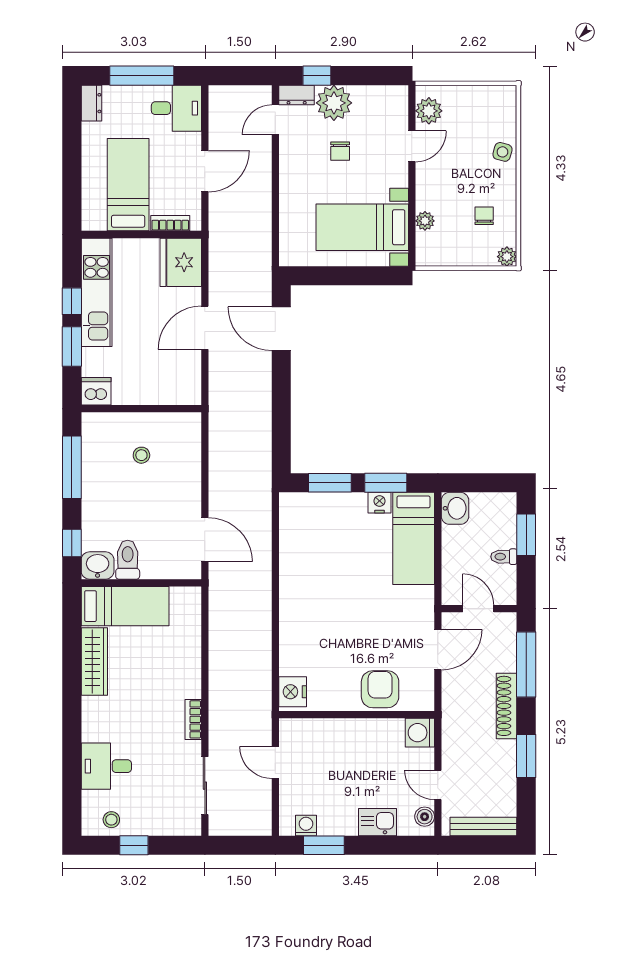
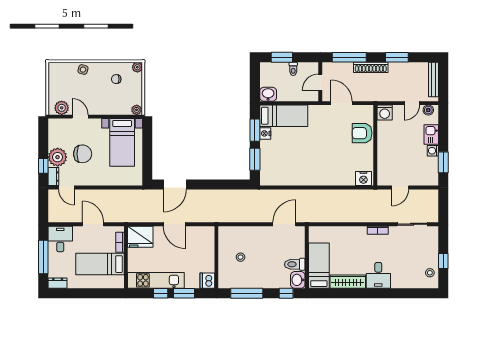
chair: (340, 151) -> (83, 154), width x1.87, depth x1.87
plant: (425, 221) -> (137, 110), moved
desk: (106, 766) -> (378, 275), moved
washing machine: (306, 825) -> (433, 151), moved

